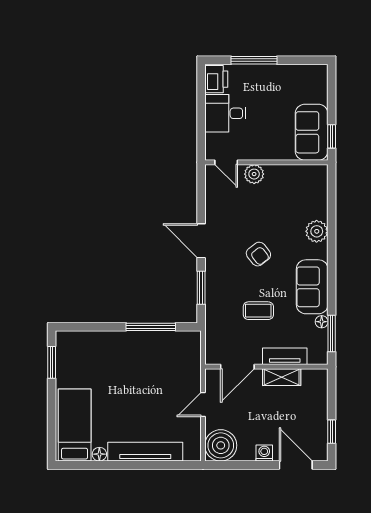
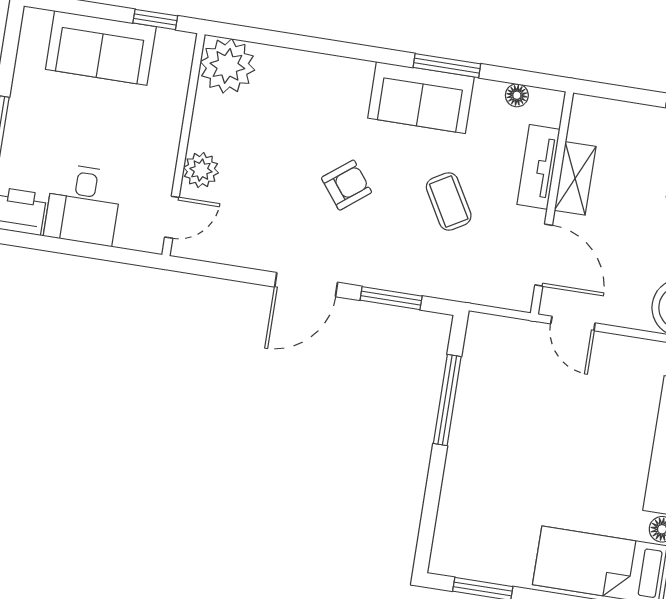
sofa: (312, 132) -> (101, 48), moved
plant: (317, 231) -> (227, 66), moved, width x1.36, depth x1.36
coffee table: (258, 311) -> (449, 201), turned -30
floor lamp: (322, 322) -> (517, 95), moved
window: (332, 333) -> (447, 66), moved
door: (203, 405) -> (573, 323), moved

